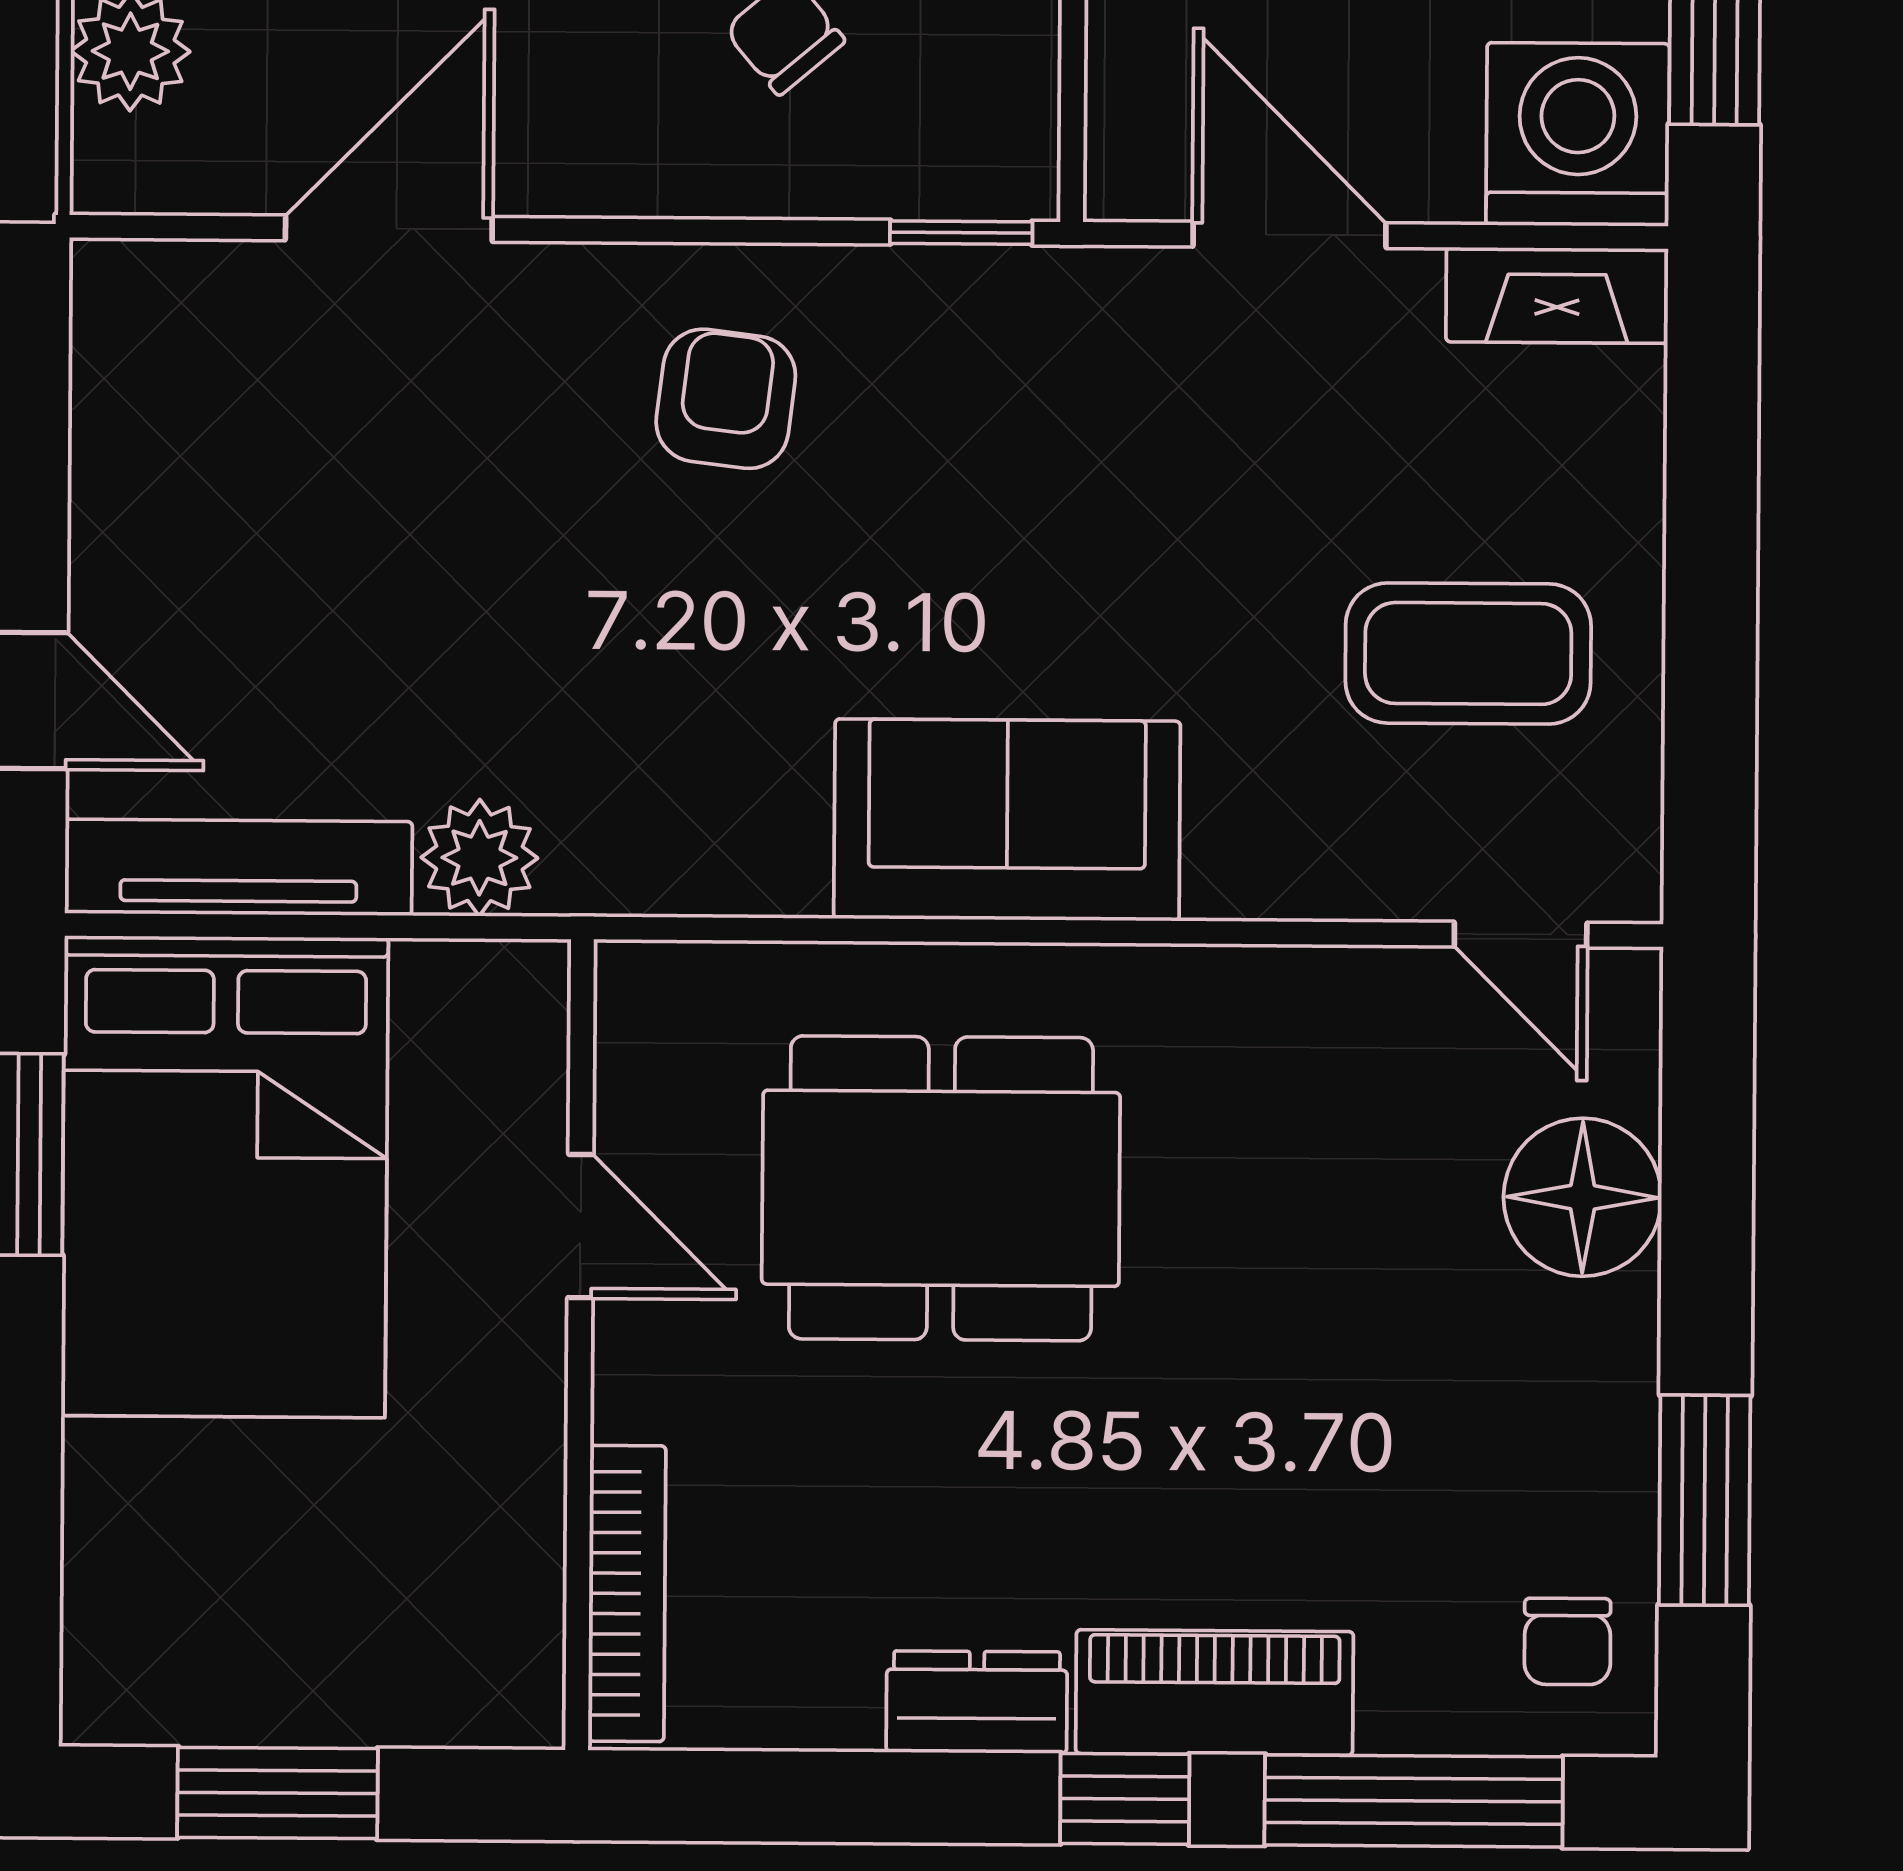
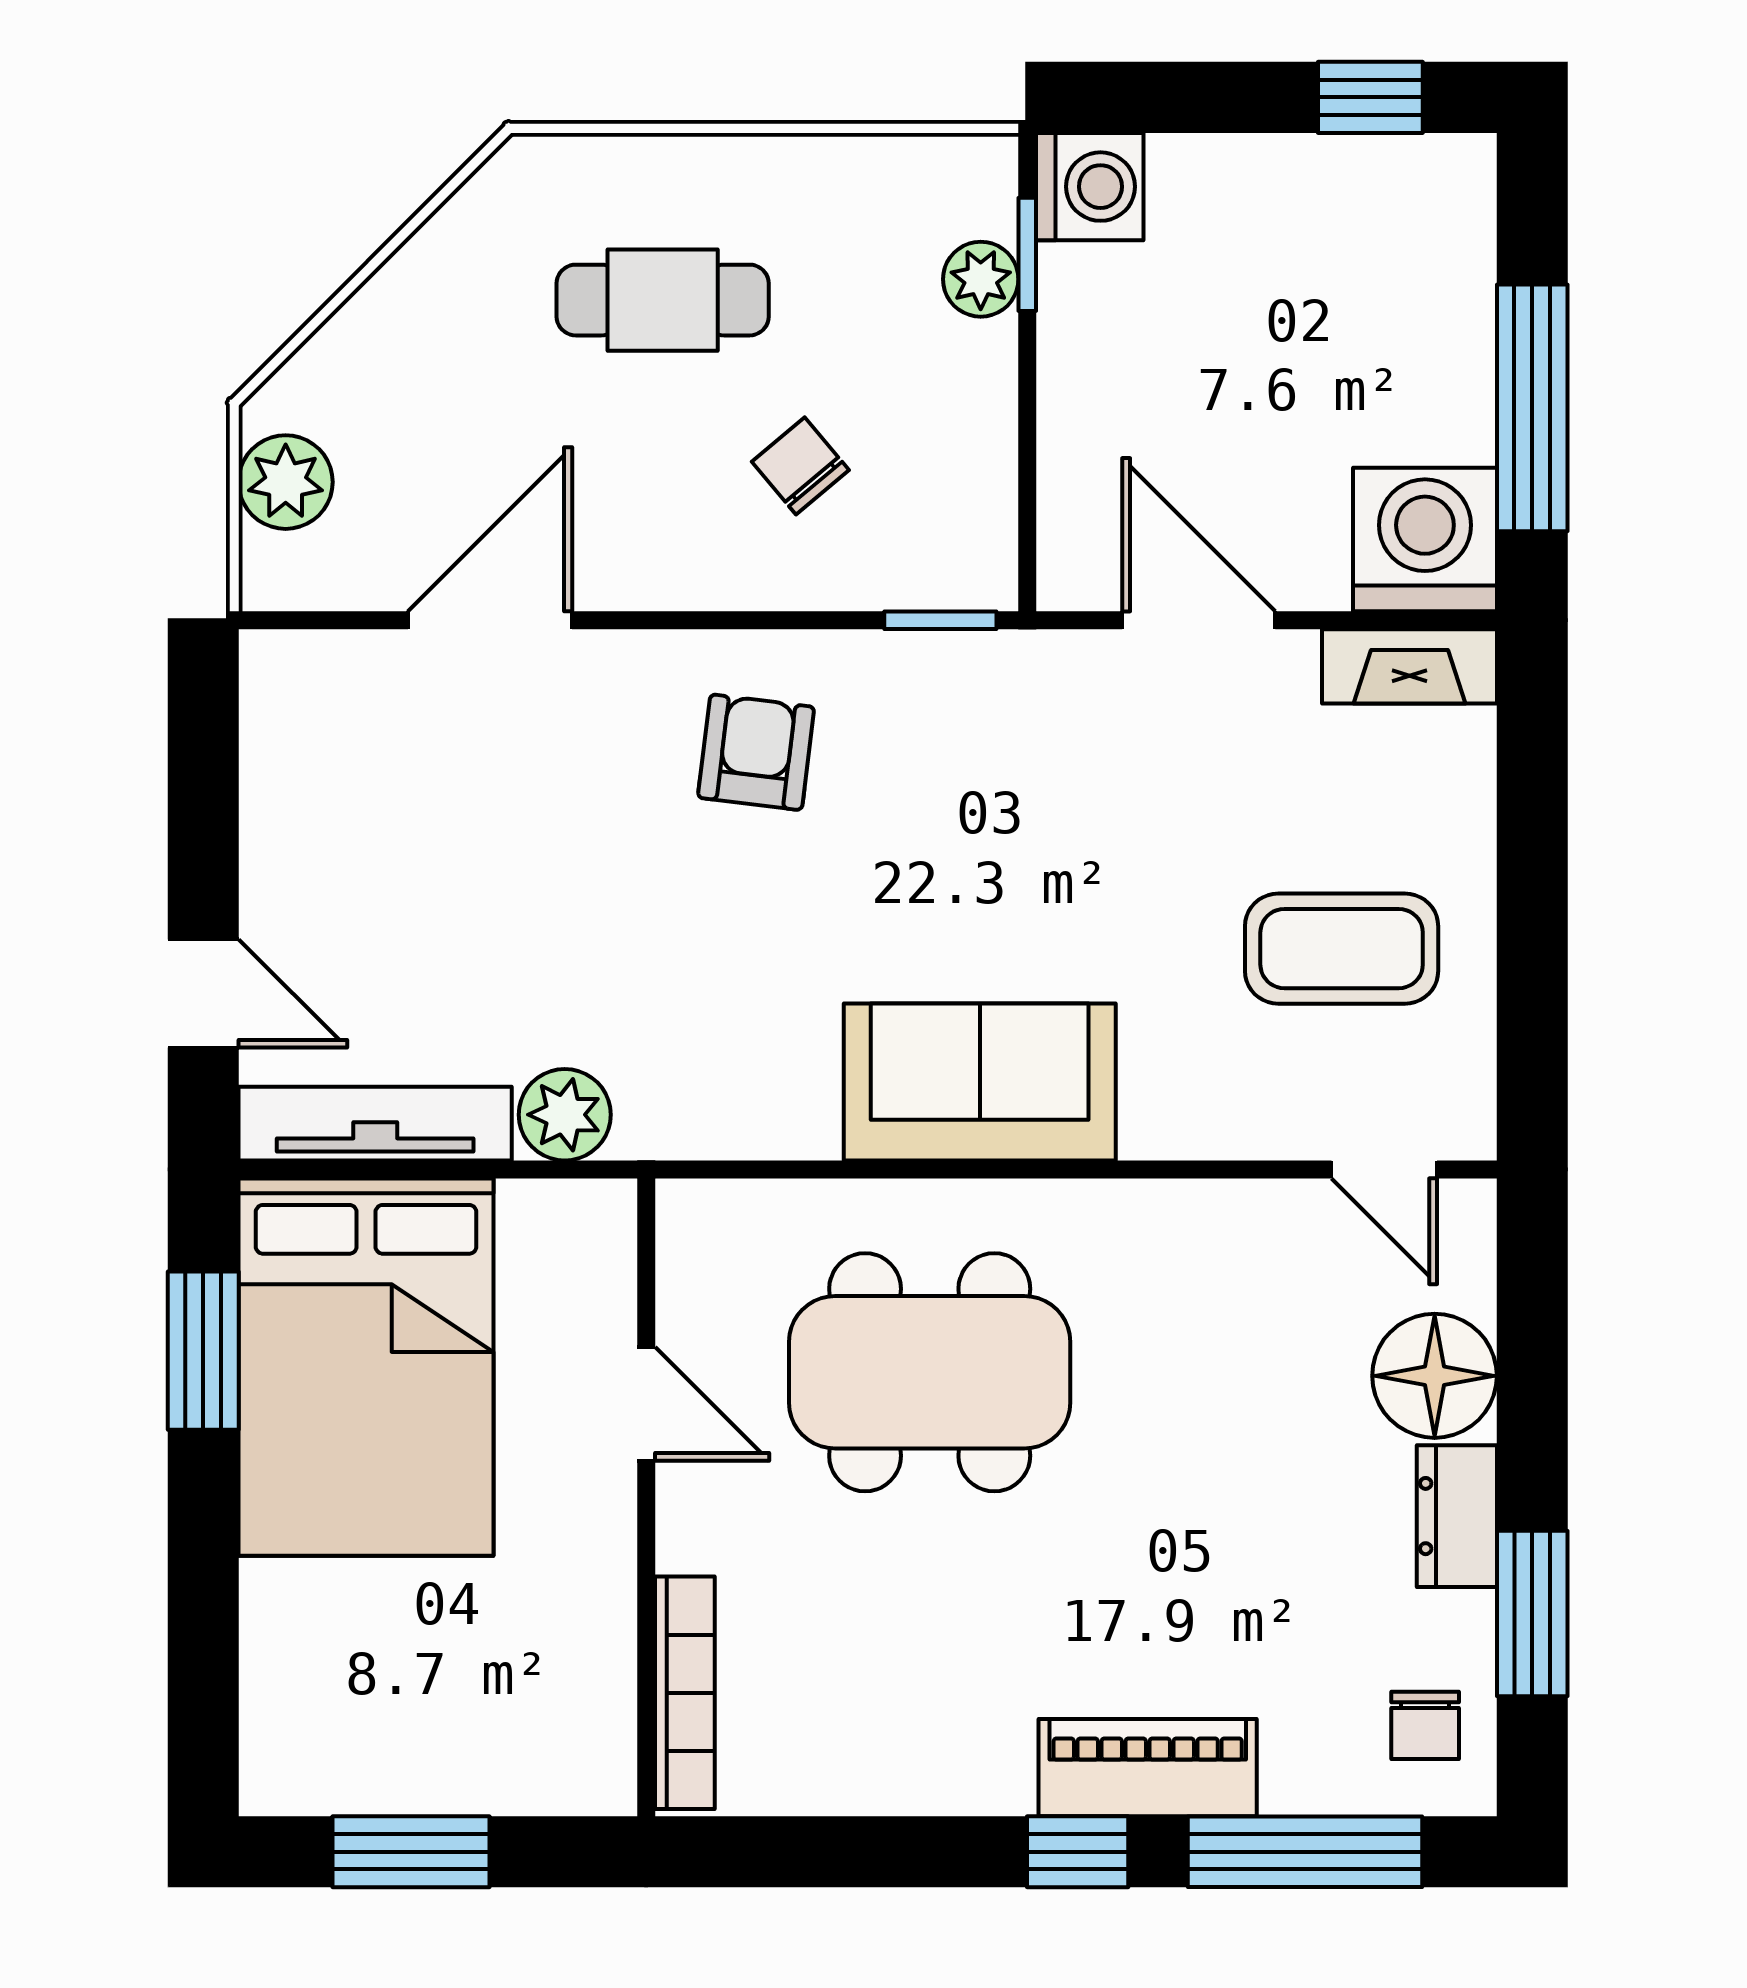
dresser: (977, 1702) -> (1457, 1516), moved, turned -90

